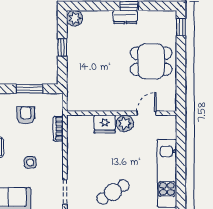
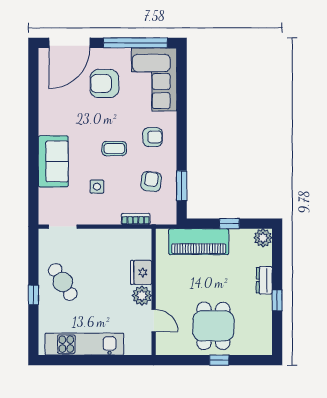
dresser: (125, 17) -> (264, 280), moved
window: (181, 27) -> (219, 360), moved
piano: (78, 74) -> (199, 242), added
armchair: (26, 115) -> (151, 182), turned -83

